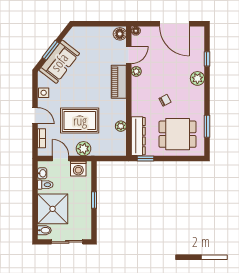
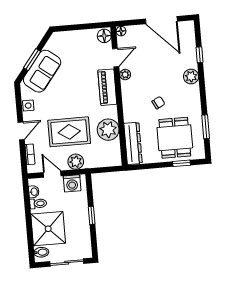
door: (35, 116) -> (21, 131), hinge flipped
plant: (121, 126) -> (108, 130), width x1.88, depth x1.88
dining table: (178, 134) -> (175, 138), turned 90
window: (146, 158) -> (182, 163), moved

